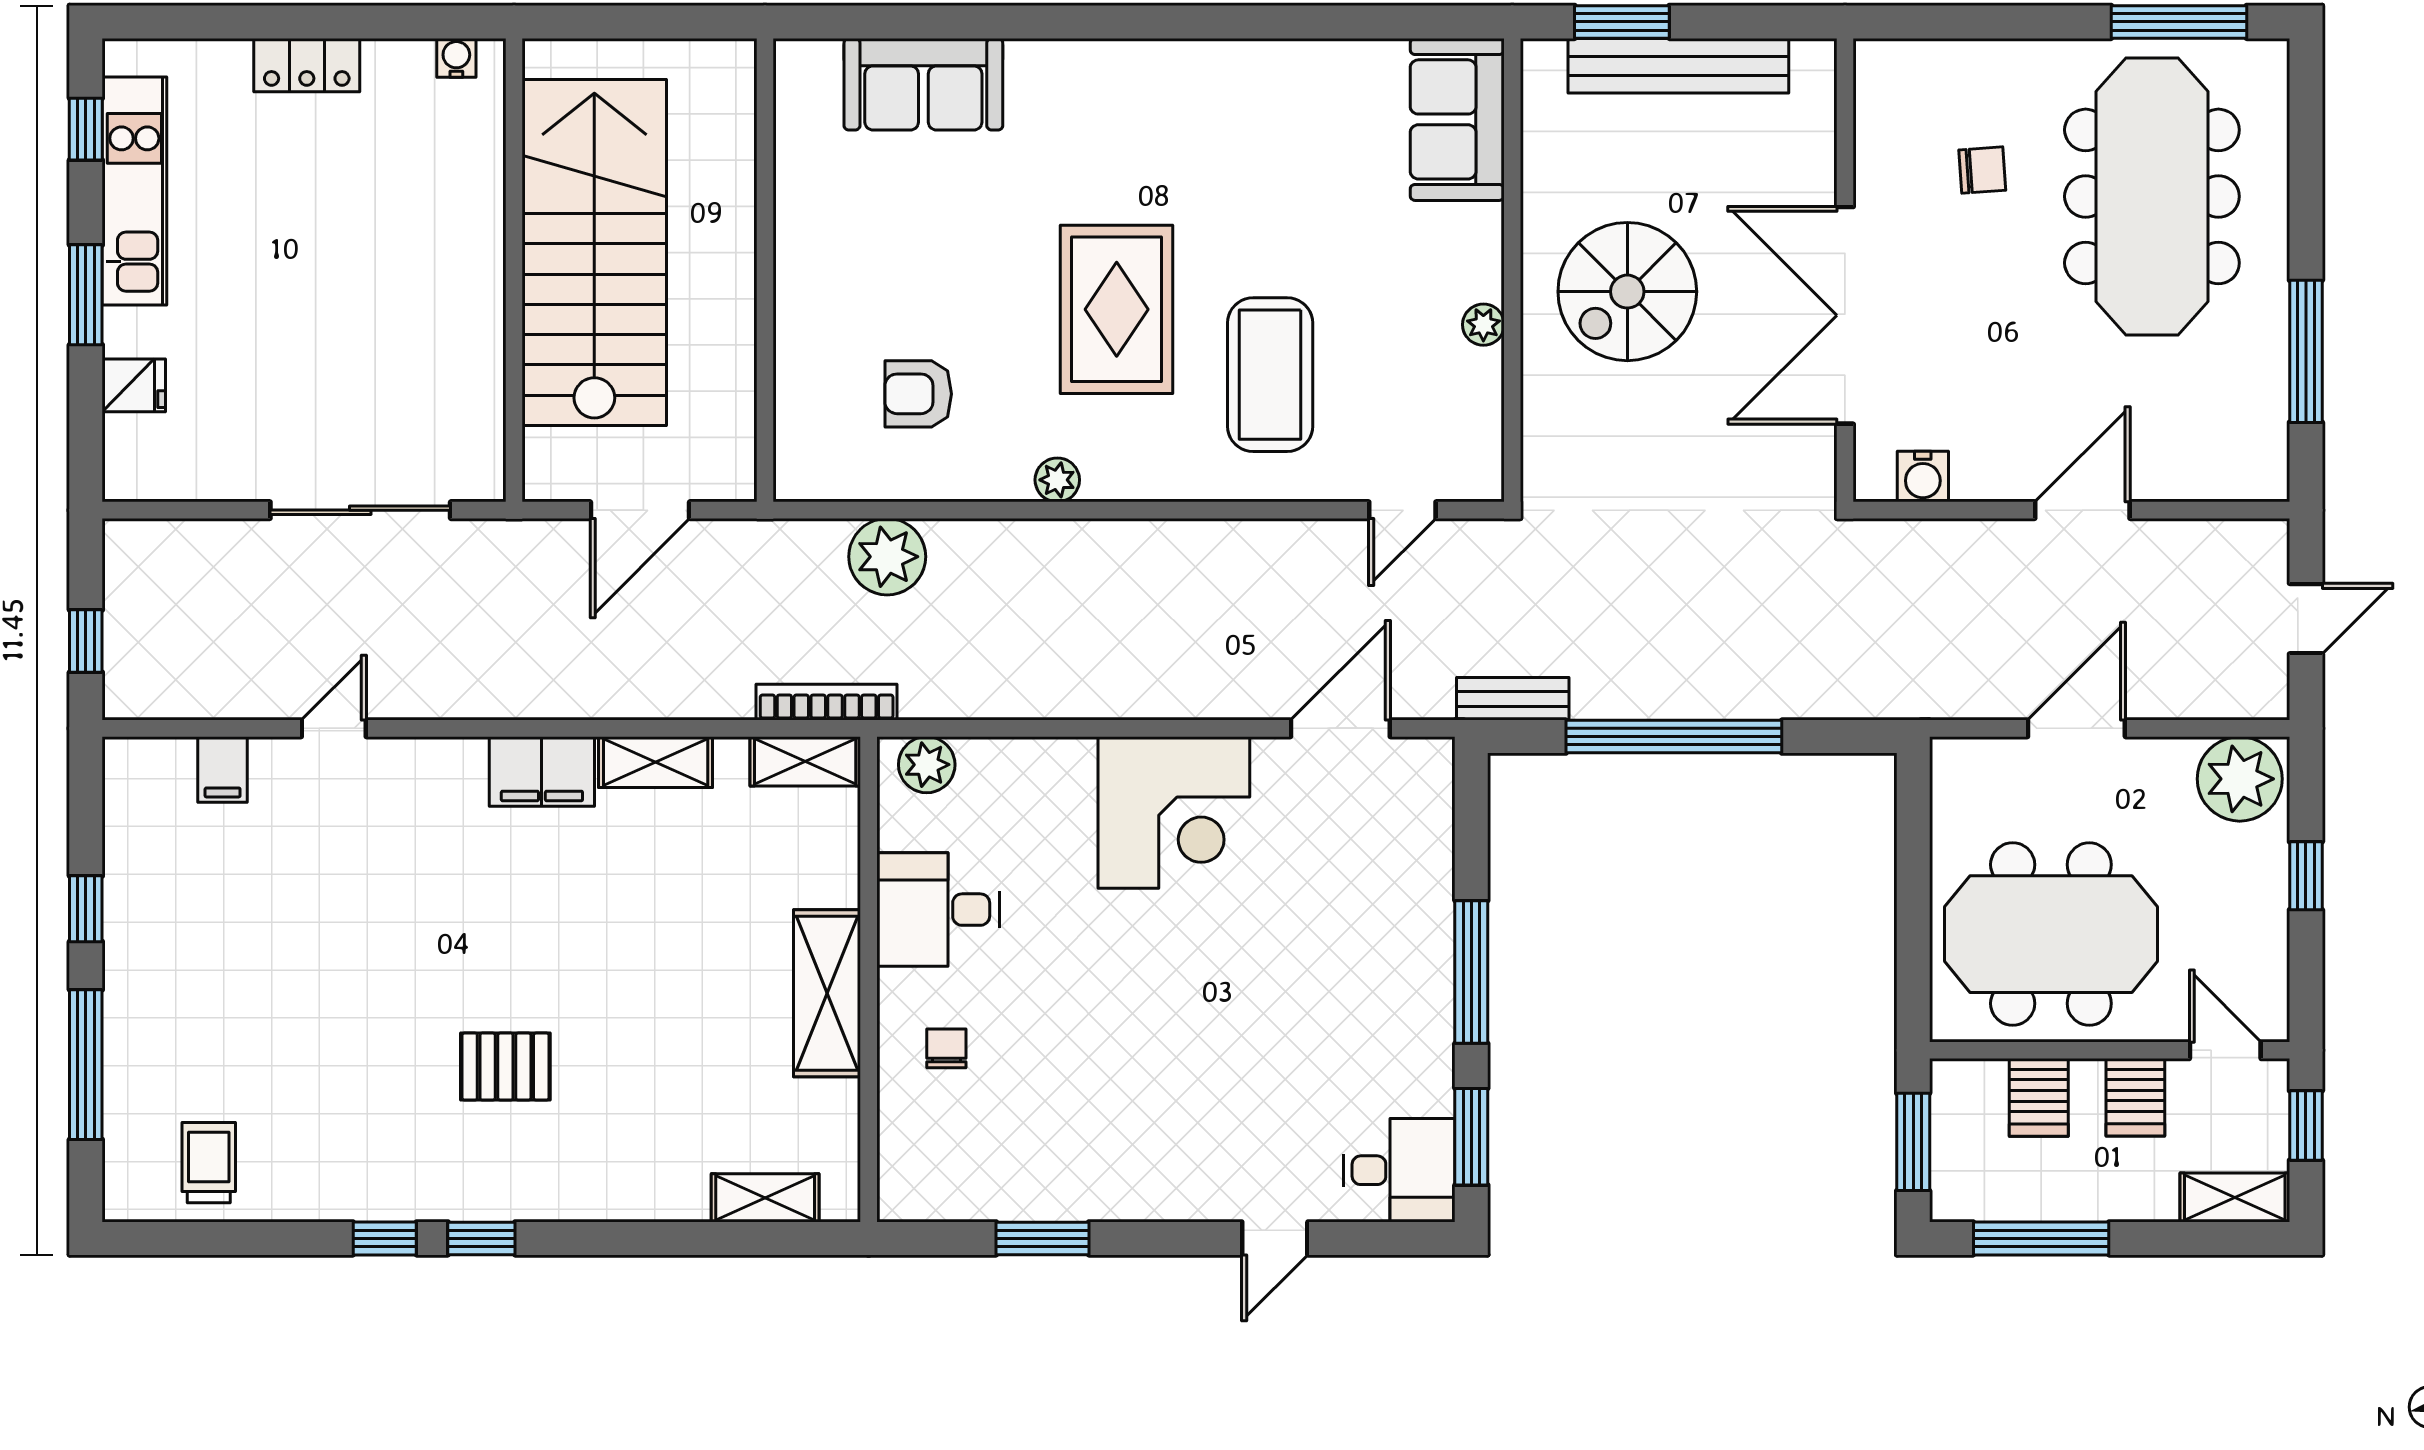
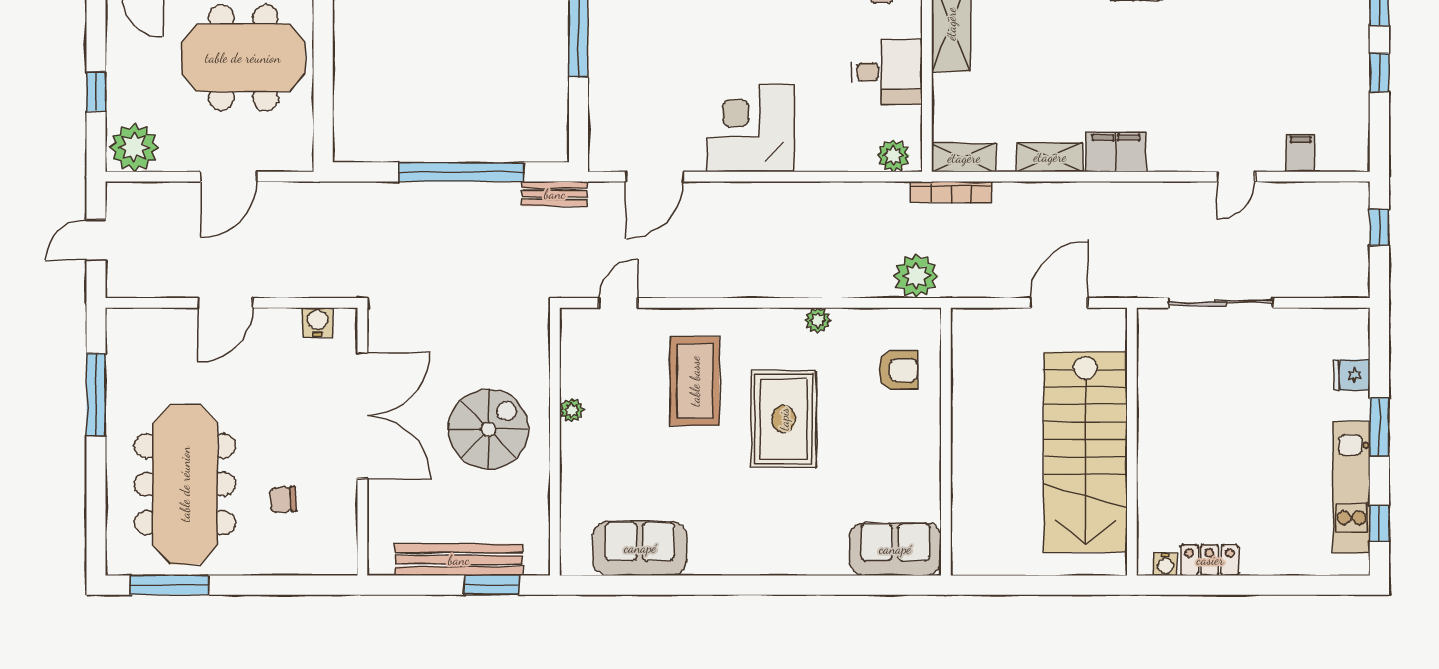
locker: (307, 65) -> (1210, 560), moved
sofa: (1457, 119) -> (640, 548), moved, turned -90
wall: (765, 270) -> (946, 442), moved

